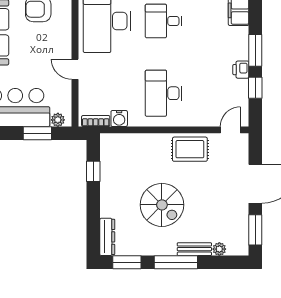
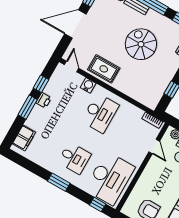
door: (75, 69) -> (154, 146), moved
water cooler: (119, 118) -> (88, 85), moved
door: (230, 130) -> (72, 66), swing flipped

